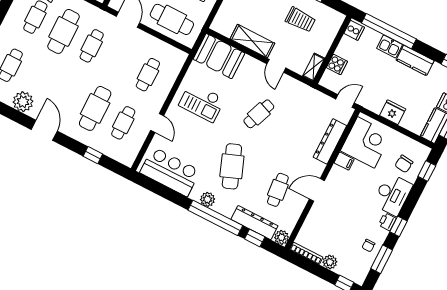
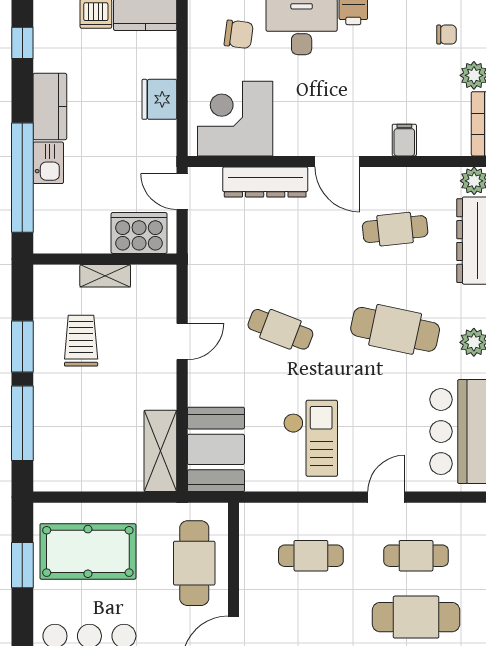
cooker: (354, 30) -> (52, 238), removed
shelving: (252, 41) -> (160, 451), moved
cooker: (337, 64) -> (139, 233), width x1.87, depth x1.31
shelving: (314, 67) -> (105, 276), moved
filing cabinet: (344, 161) -> (404, 140), moved
cafe table: (232, 166) -> (395, 329), turned 33
door: (317, 190) -> (337, 161), moved
chair: (368, 246) -> (446, 35), moved

